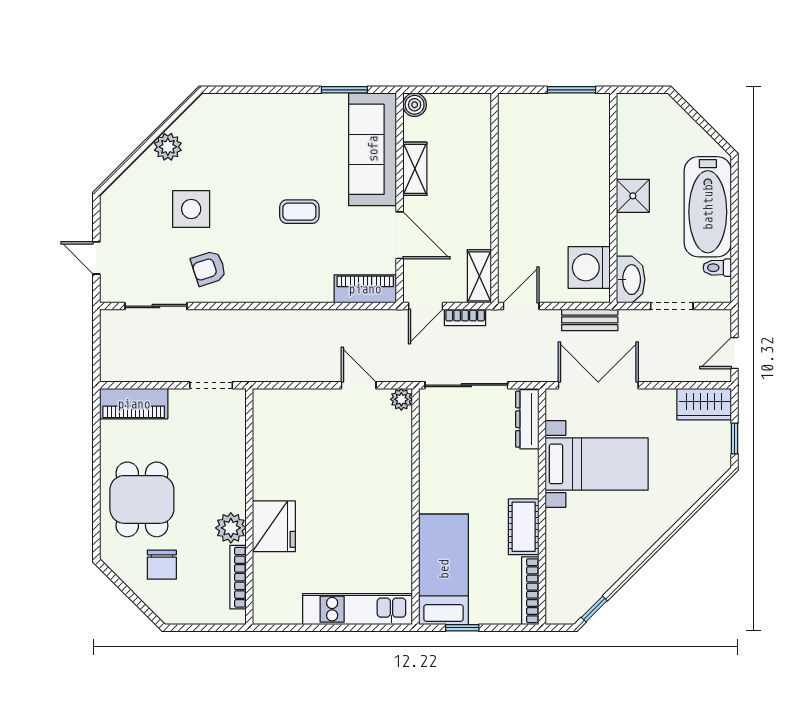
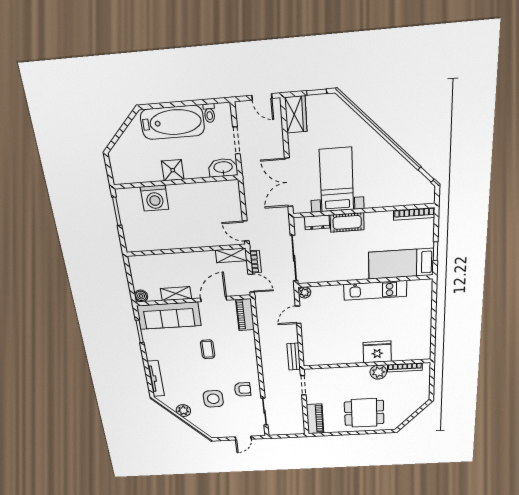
tv unit: (243, 104) -> (156, 379), added
washing machine: (589, 267) -> (154, 198), moved
armchair: (209, 268) -> (243, 389), turned -72
bench: (590, 320) -> (294, 357), moved
dresser: (527, 419) -> (317, 222), width x0.70
cot: (524, 527) -> (347, 222), moved
chair: (162, 565) -> (398, 402), removed
kitchen unit: (357, 609) -> (375, 290), moved, turned -90

